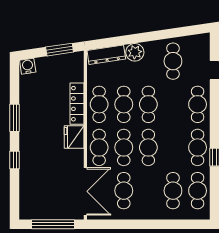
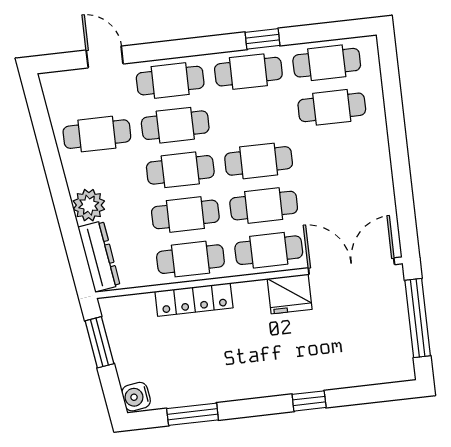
window: (15, 118) -> (193, 414), moved
fridge: (74, 137) -> (290, 294), moved
cafe table: (124, 191) -> (175, 125), moved

